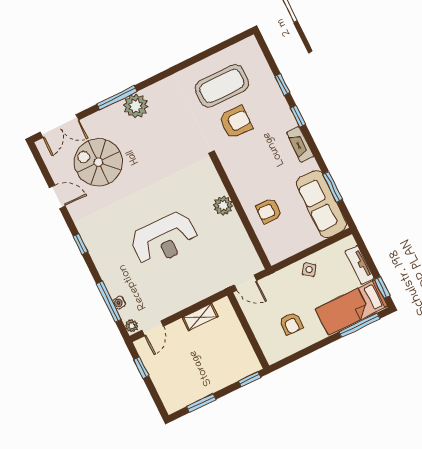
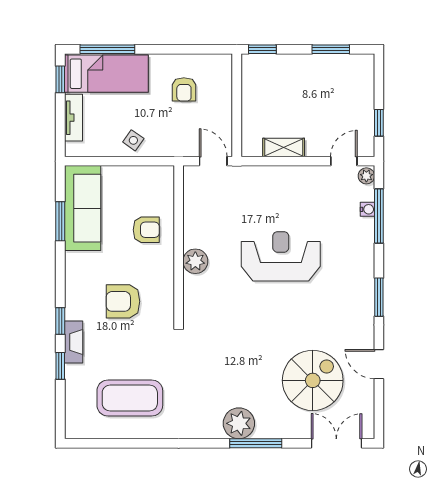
armchair: (236, 122) -> (123, 301), moved
fireplace: (300, 145) -> (74, 342), moved
spiral stairs: (98, 162) -> (313, 380), turned -90
window: (81, 244) -> (379, 297), width x1.50
armchair: (291, 323) -> (184, 89), turned 180

